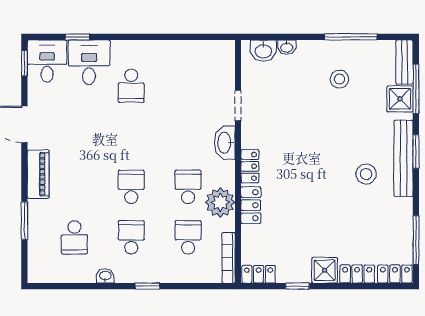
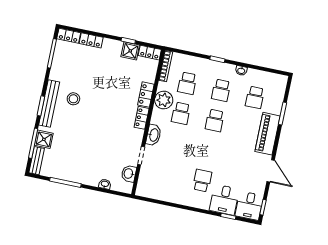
washbasin: (263, 51) -> (129, 174), moved, turned -90
stool: (339, 79) -> (77, 159), removed
piano: (38, 174) -> (268, 134), width x1.37, depth x1.33
school desk: (74, 237) -> (255, 97), turned 180
shower: (325, 270) -> (130, 51), moved

